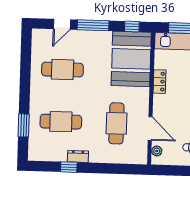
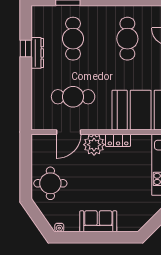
plant: (157, 151) -> (94, 145), moved, width x1.88, depth x1.88
dresser: (78, 156) -> (37, 53), width x1.44

